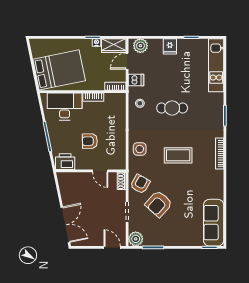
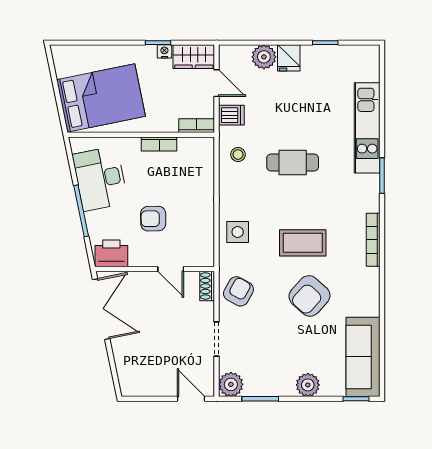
plant: (140, 46) -> (264, 57), moved
door: (127, 61) -> (216, 83), swing flipped
kitchen unit: (216, 65) -> (367, 128), moved
desk: (65, 106) -> (100, 179), moved, turned -102
armchair: (159, 204) -> (309, 296), moved
double door: (65, 225) -> (101, 309), moved
plant: (181, 239) -> (308, 385), added

